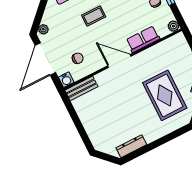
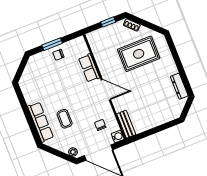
coffee table: (94, 16) -> (65, 119), moved
plant: (173, 26) -> (80, 41), removed
door: (119, 61) -> (106, 90), swing flipped

